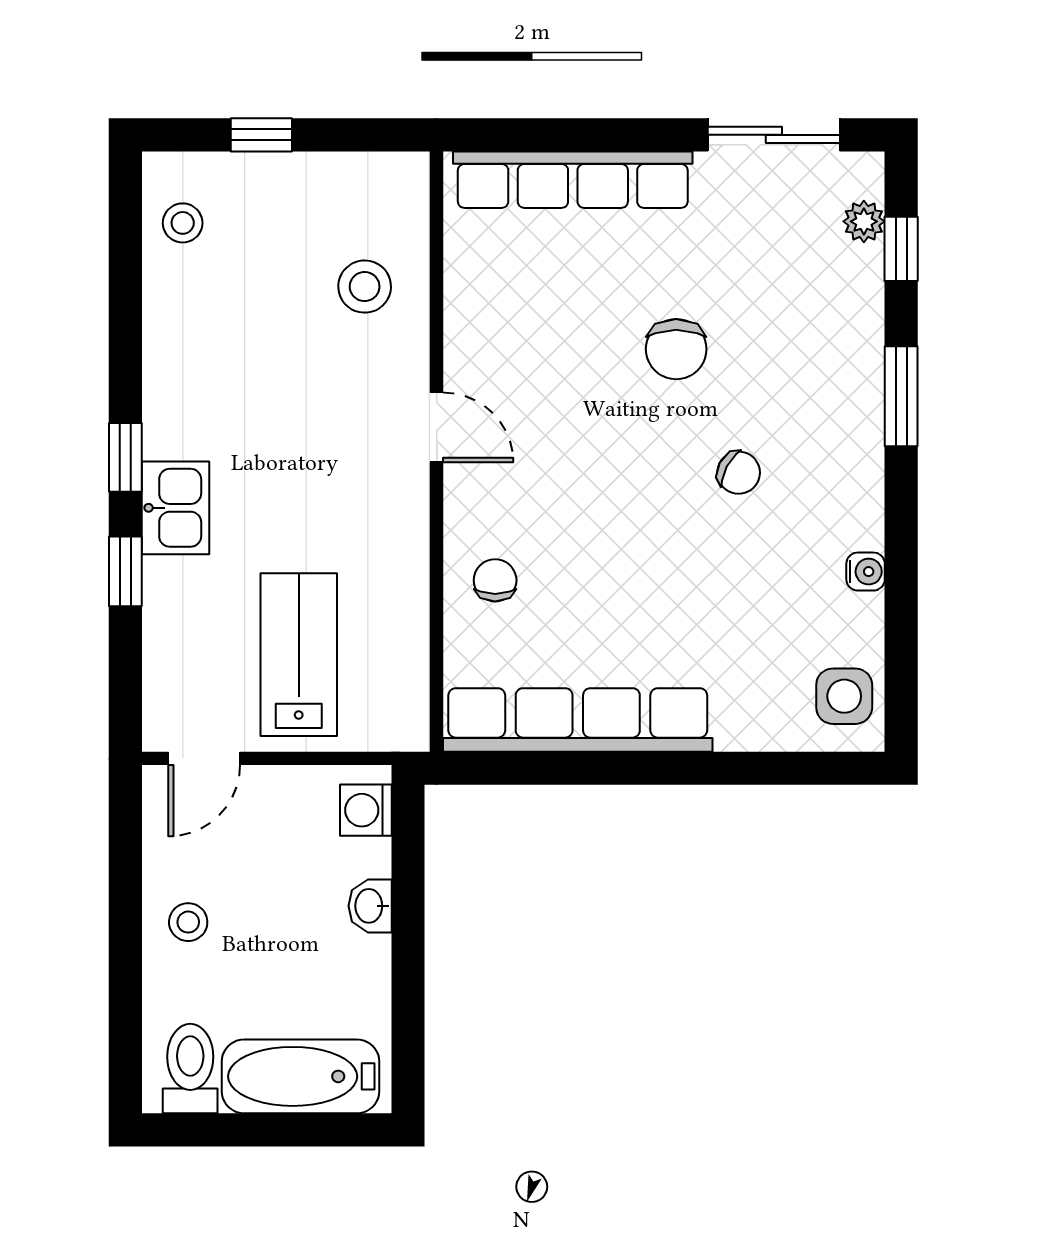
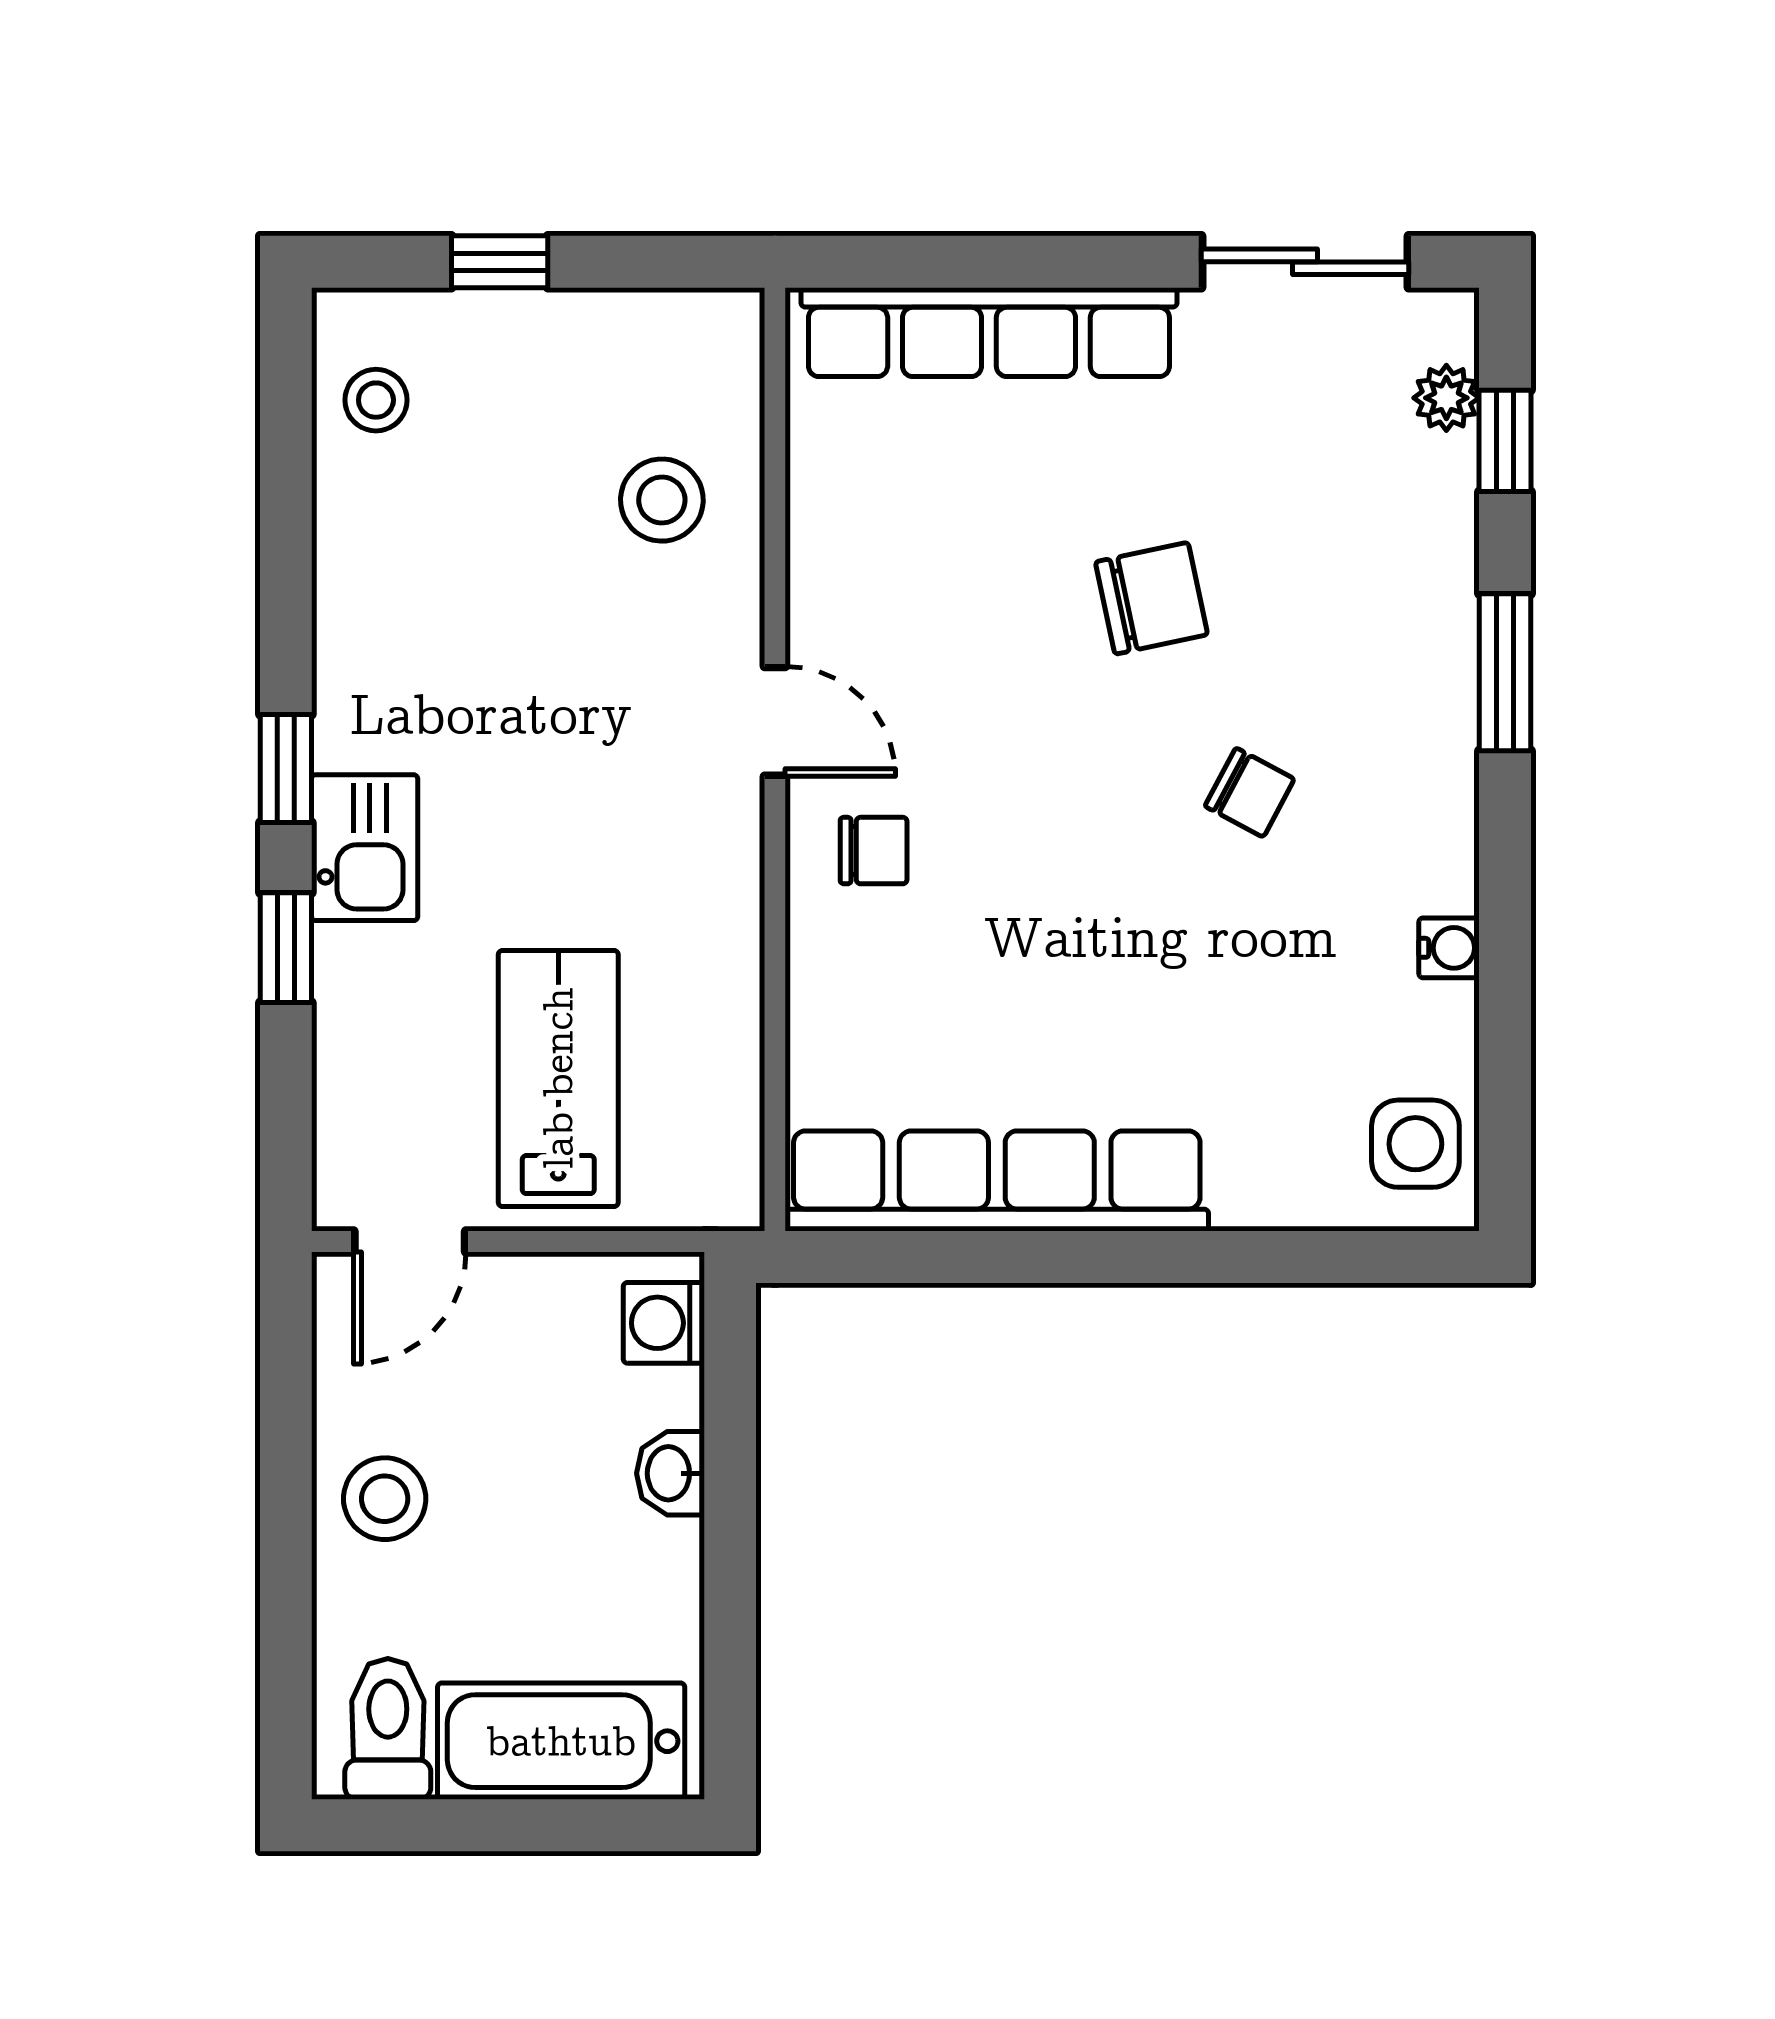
chair: (676, 349) -> (1151, 598), turned -102
chair: (495, 580) -> (874, 851), moved, turned 90
stool: (188, 922) -> (385, 1499), width x1.37, depth x1.37

